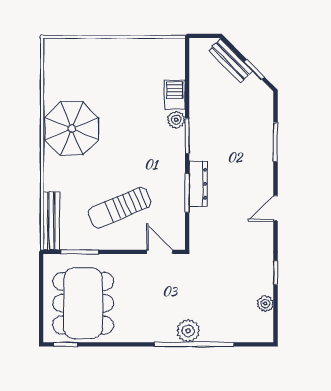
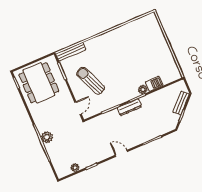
parasol: (72, 129) -> (118, 43), removed
dresser: (198, 184) -> (129, 107), moved
dining table: (83, 303) -> (39, 83), turned 90

